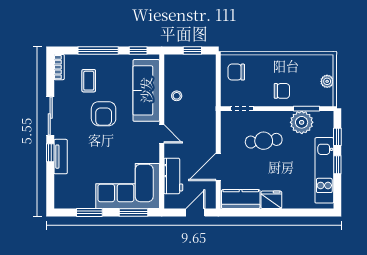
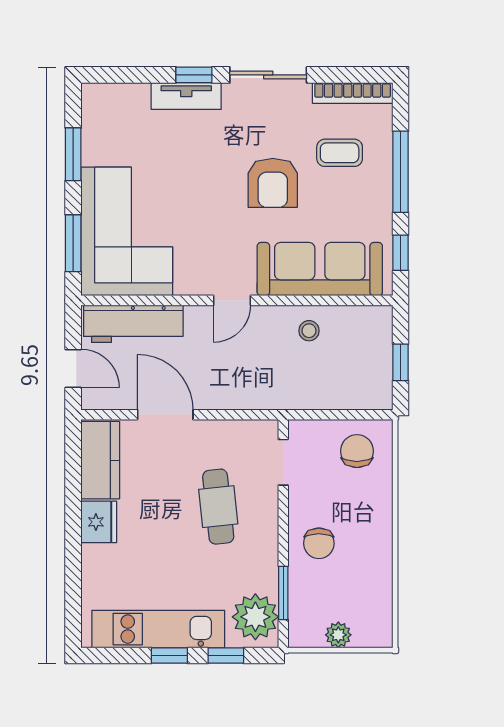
bookcase: (59, 67) -> (353, 93), width x1.56
armchair: (104, 114) -> (273, 183), turned -90
plant: (302, 122) -> (255, 617), moved
workbench: (173, 176) -> (133, 324), width x1.38

